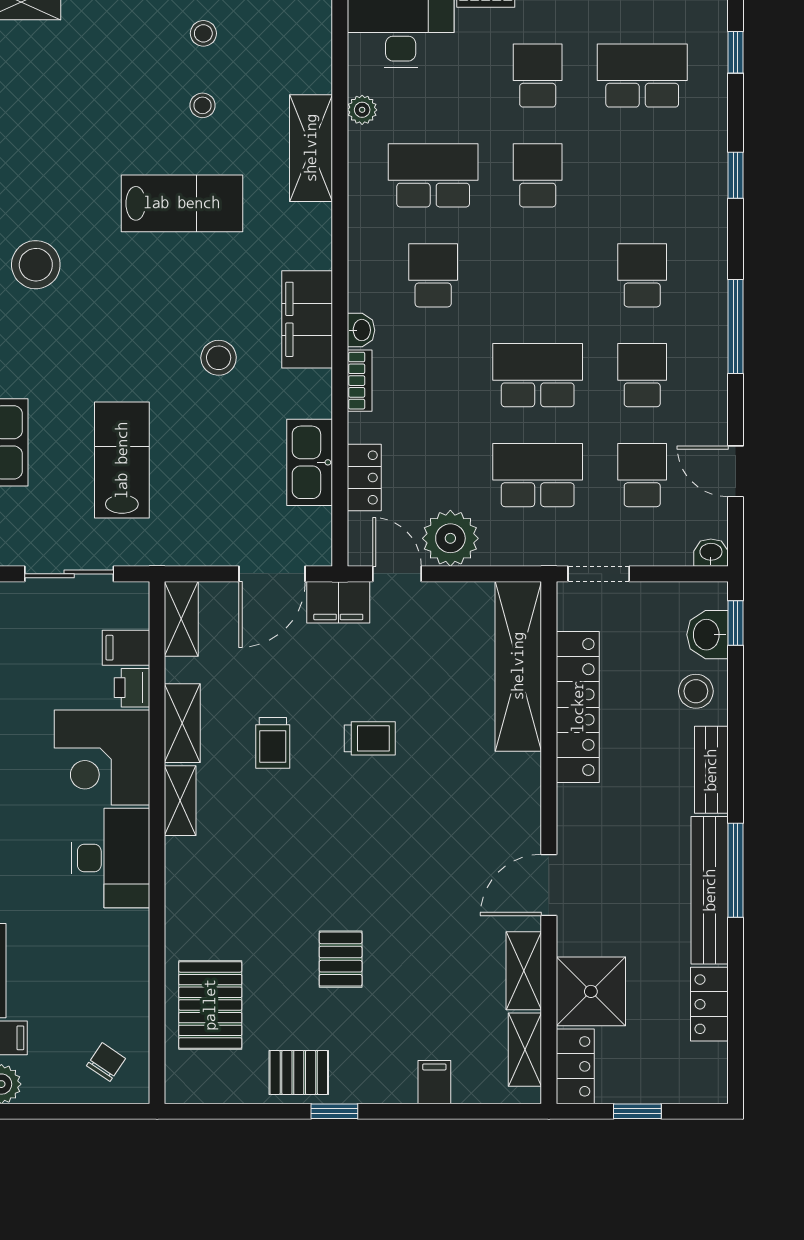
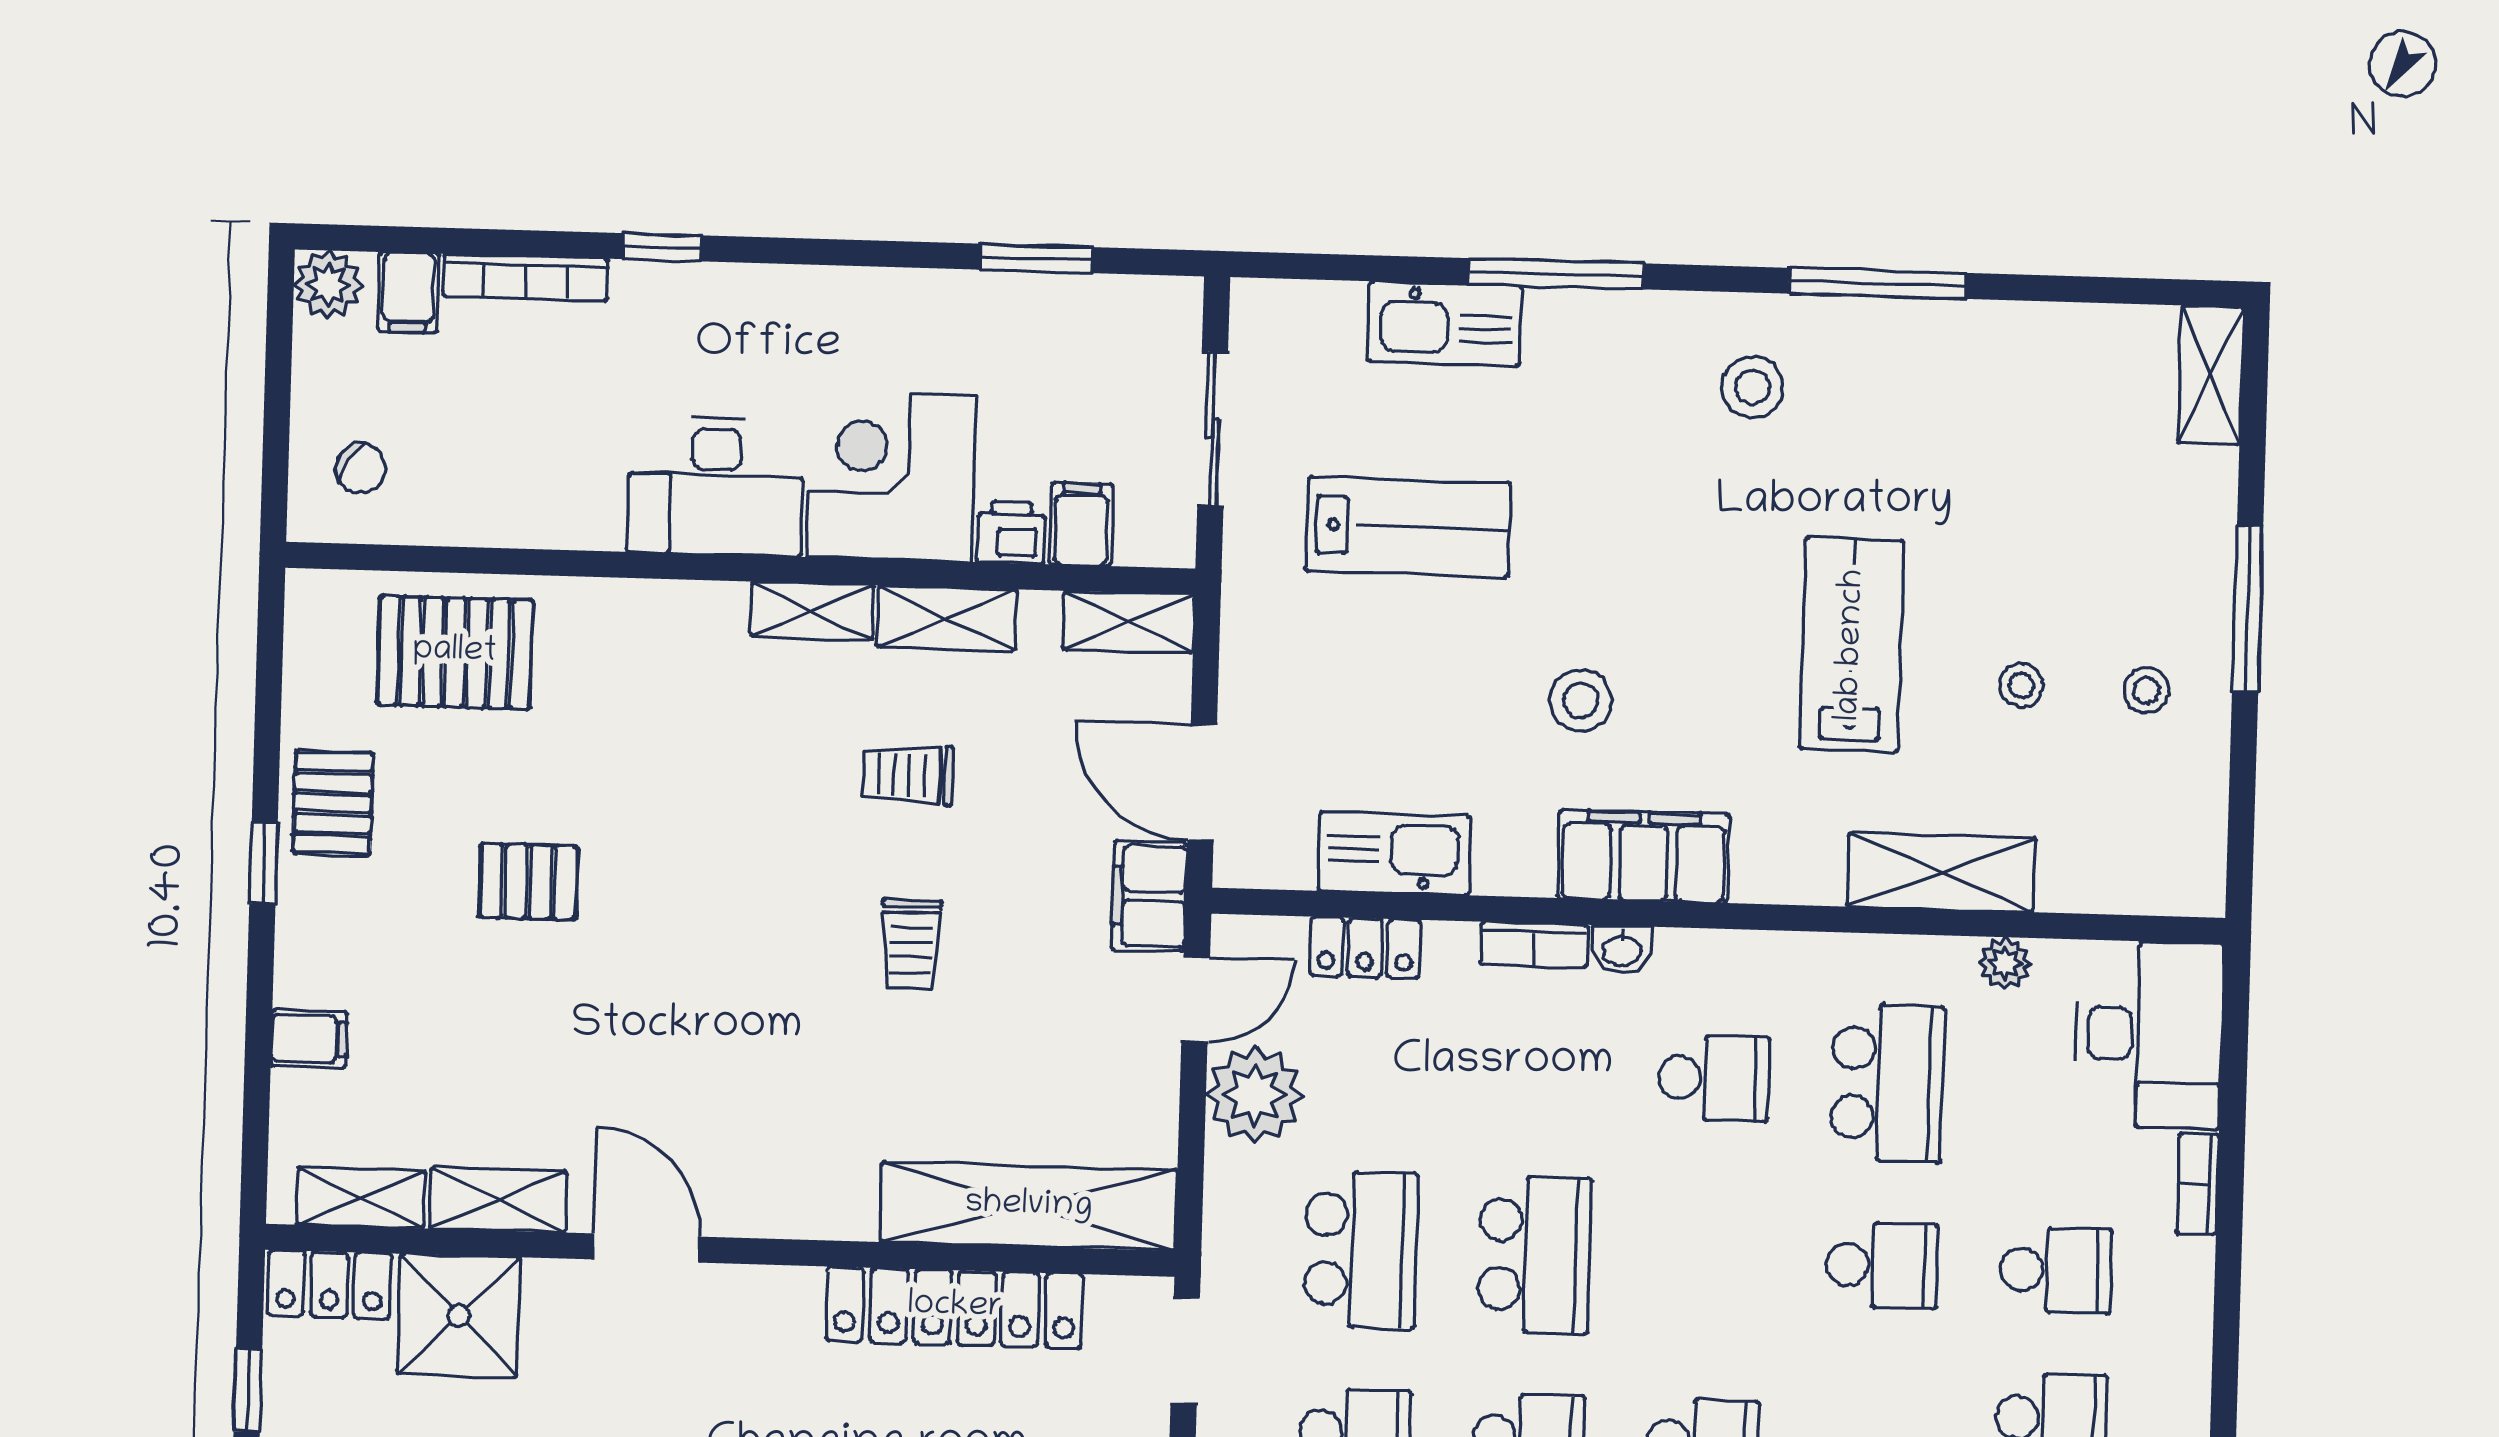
lab bench: (182, 203) -> (1852, 645), turned 180
stool: (36, 265) -> (1752, 387), width x0.73, depth x0.73

